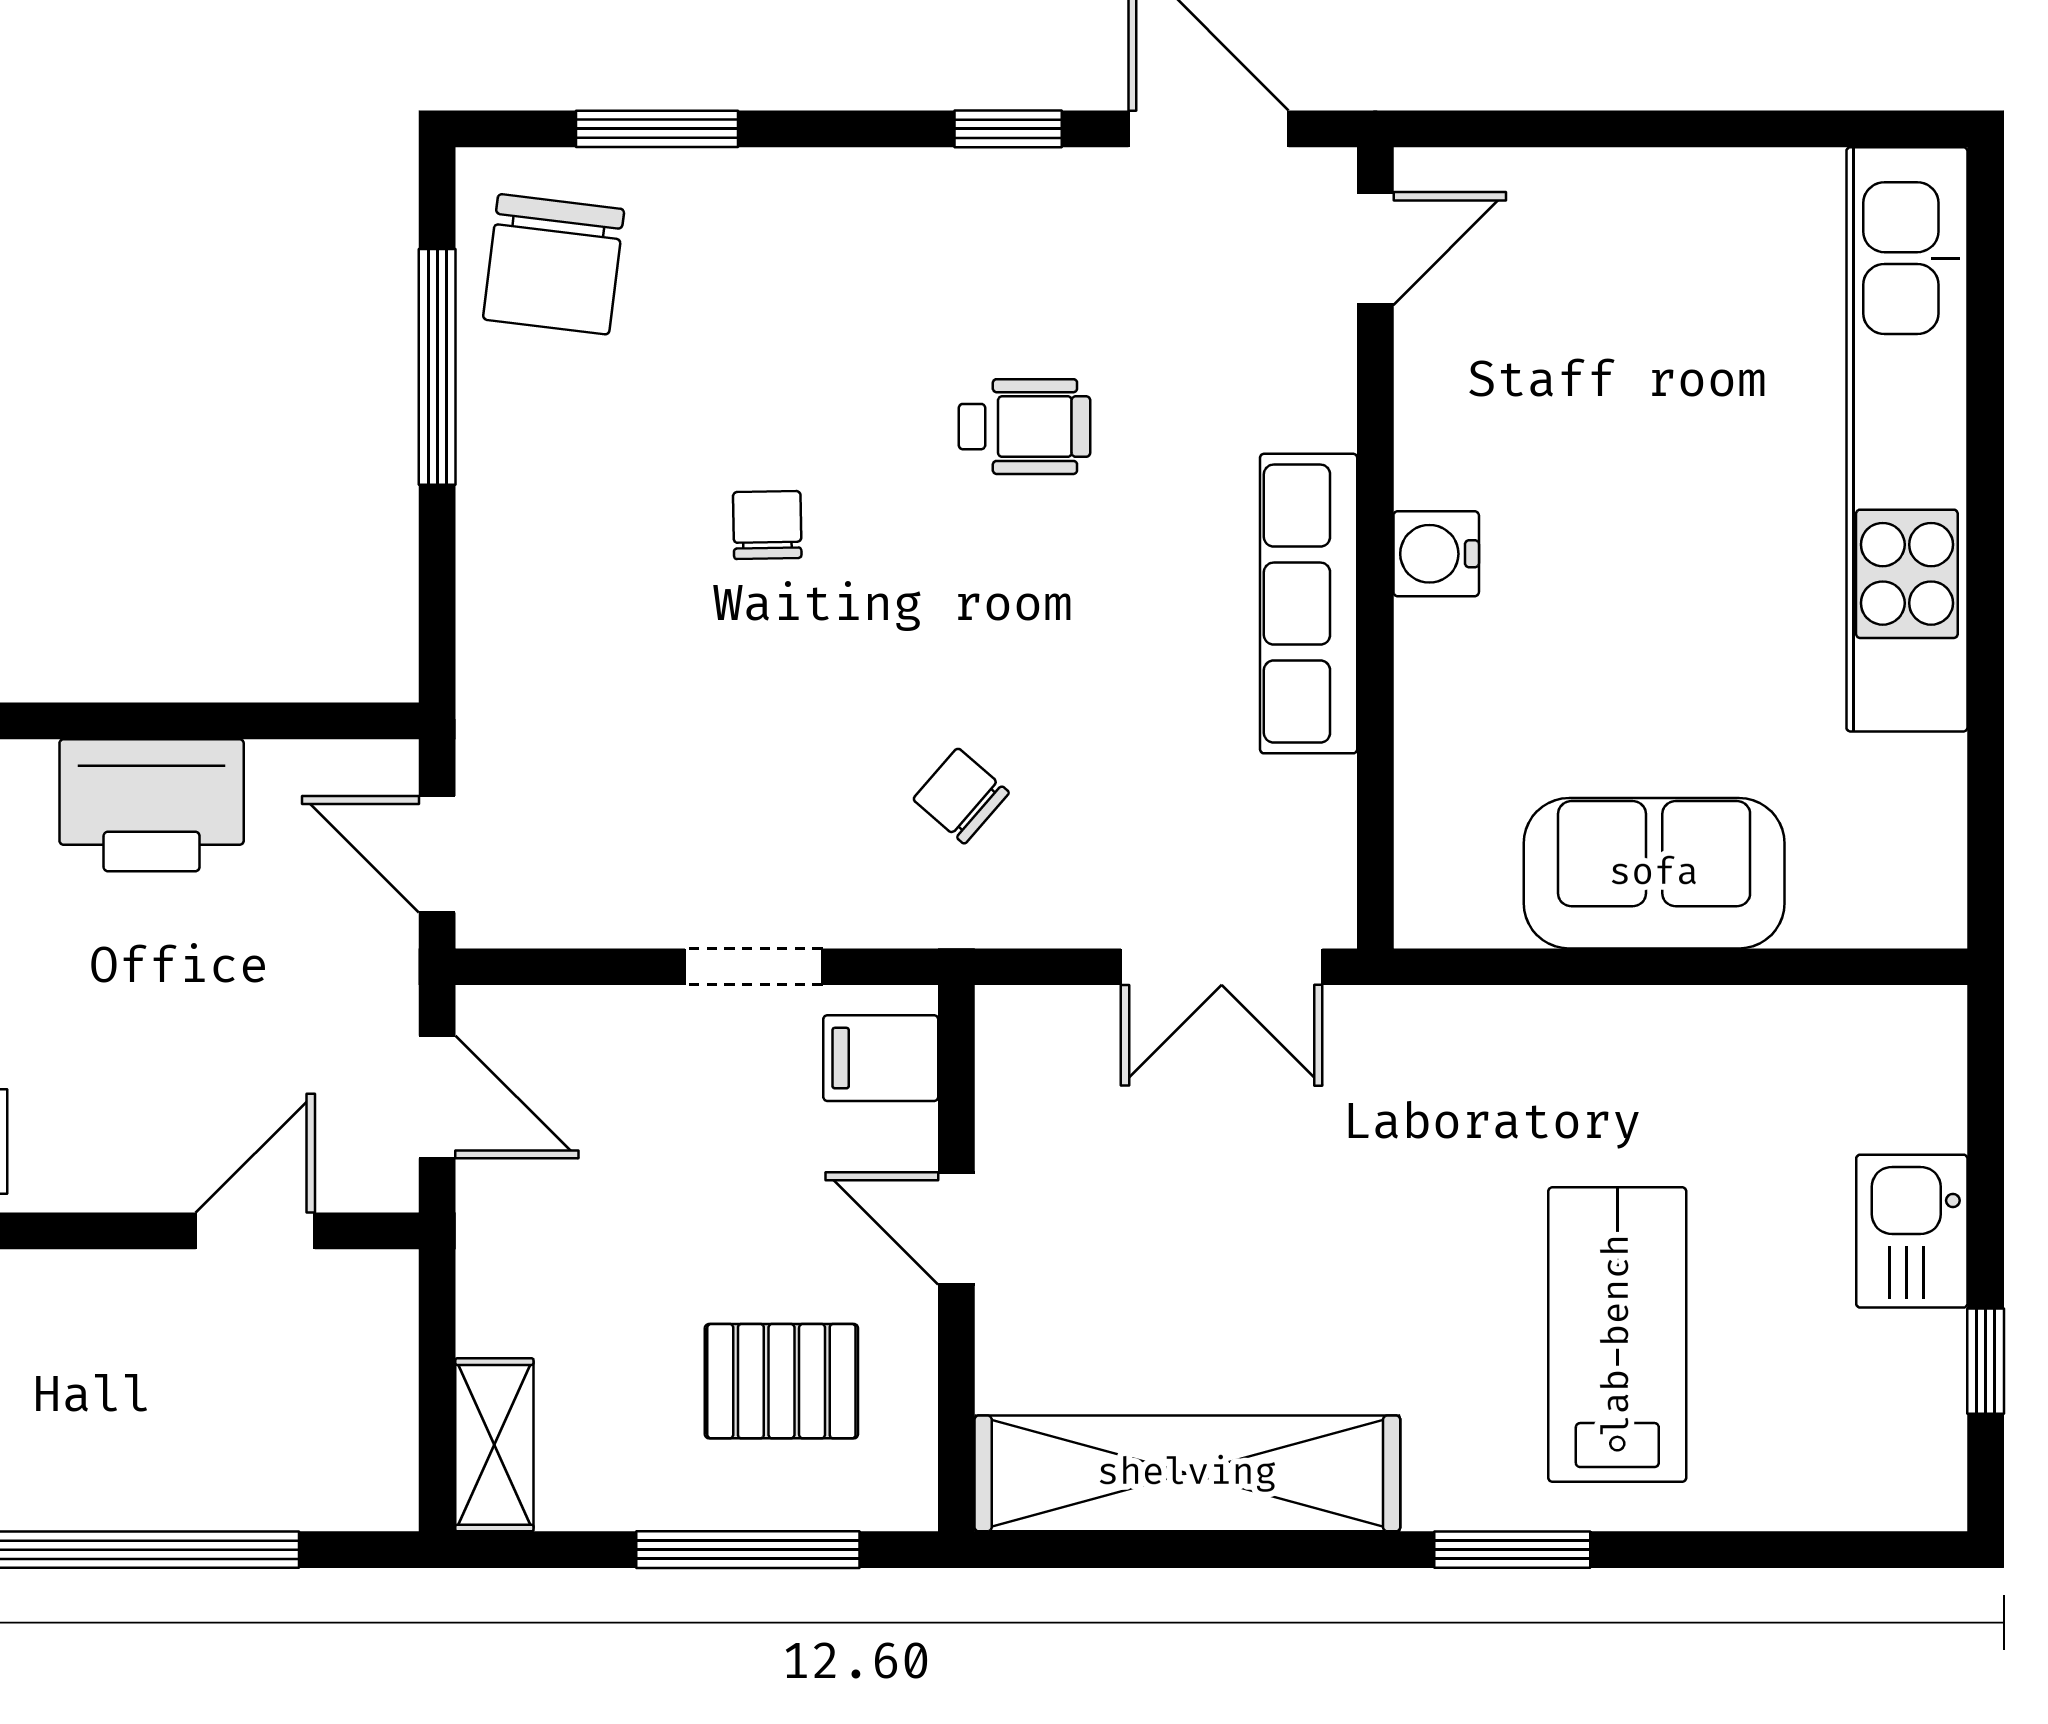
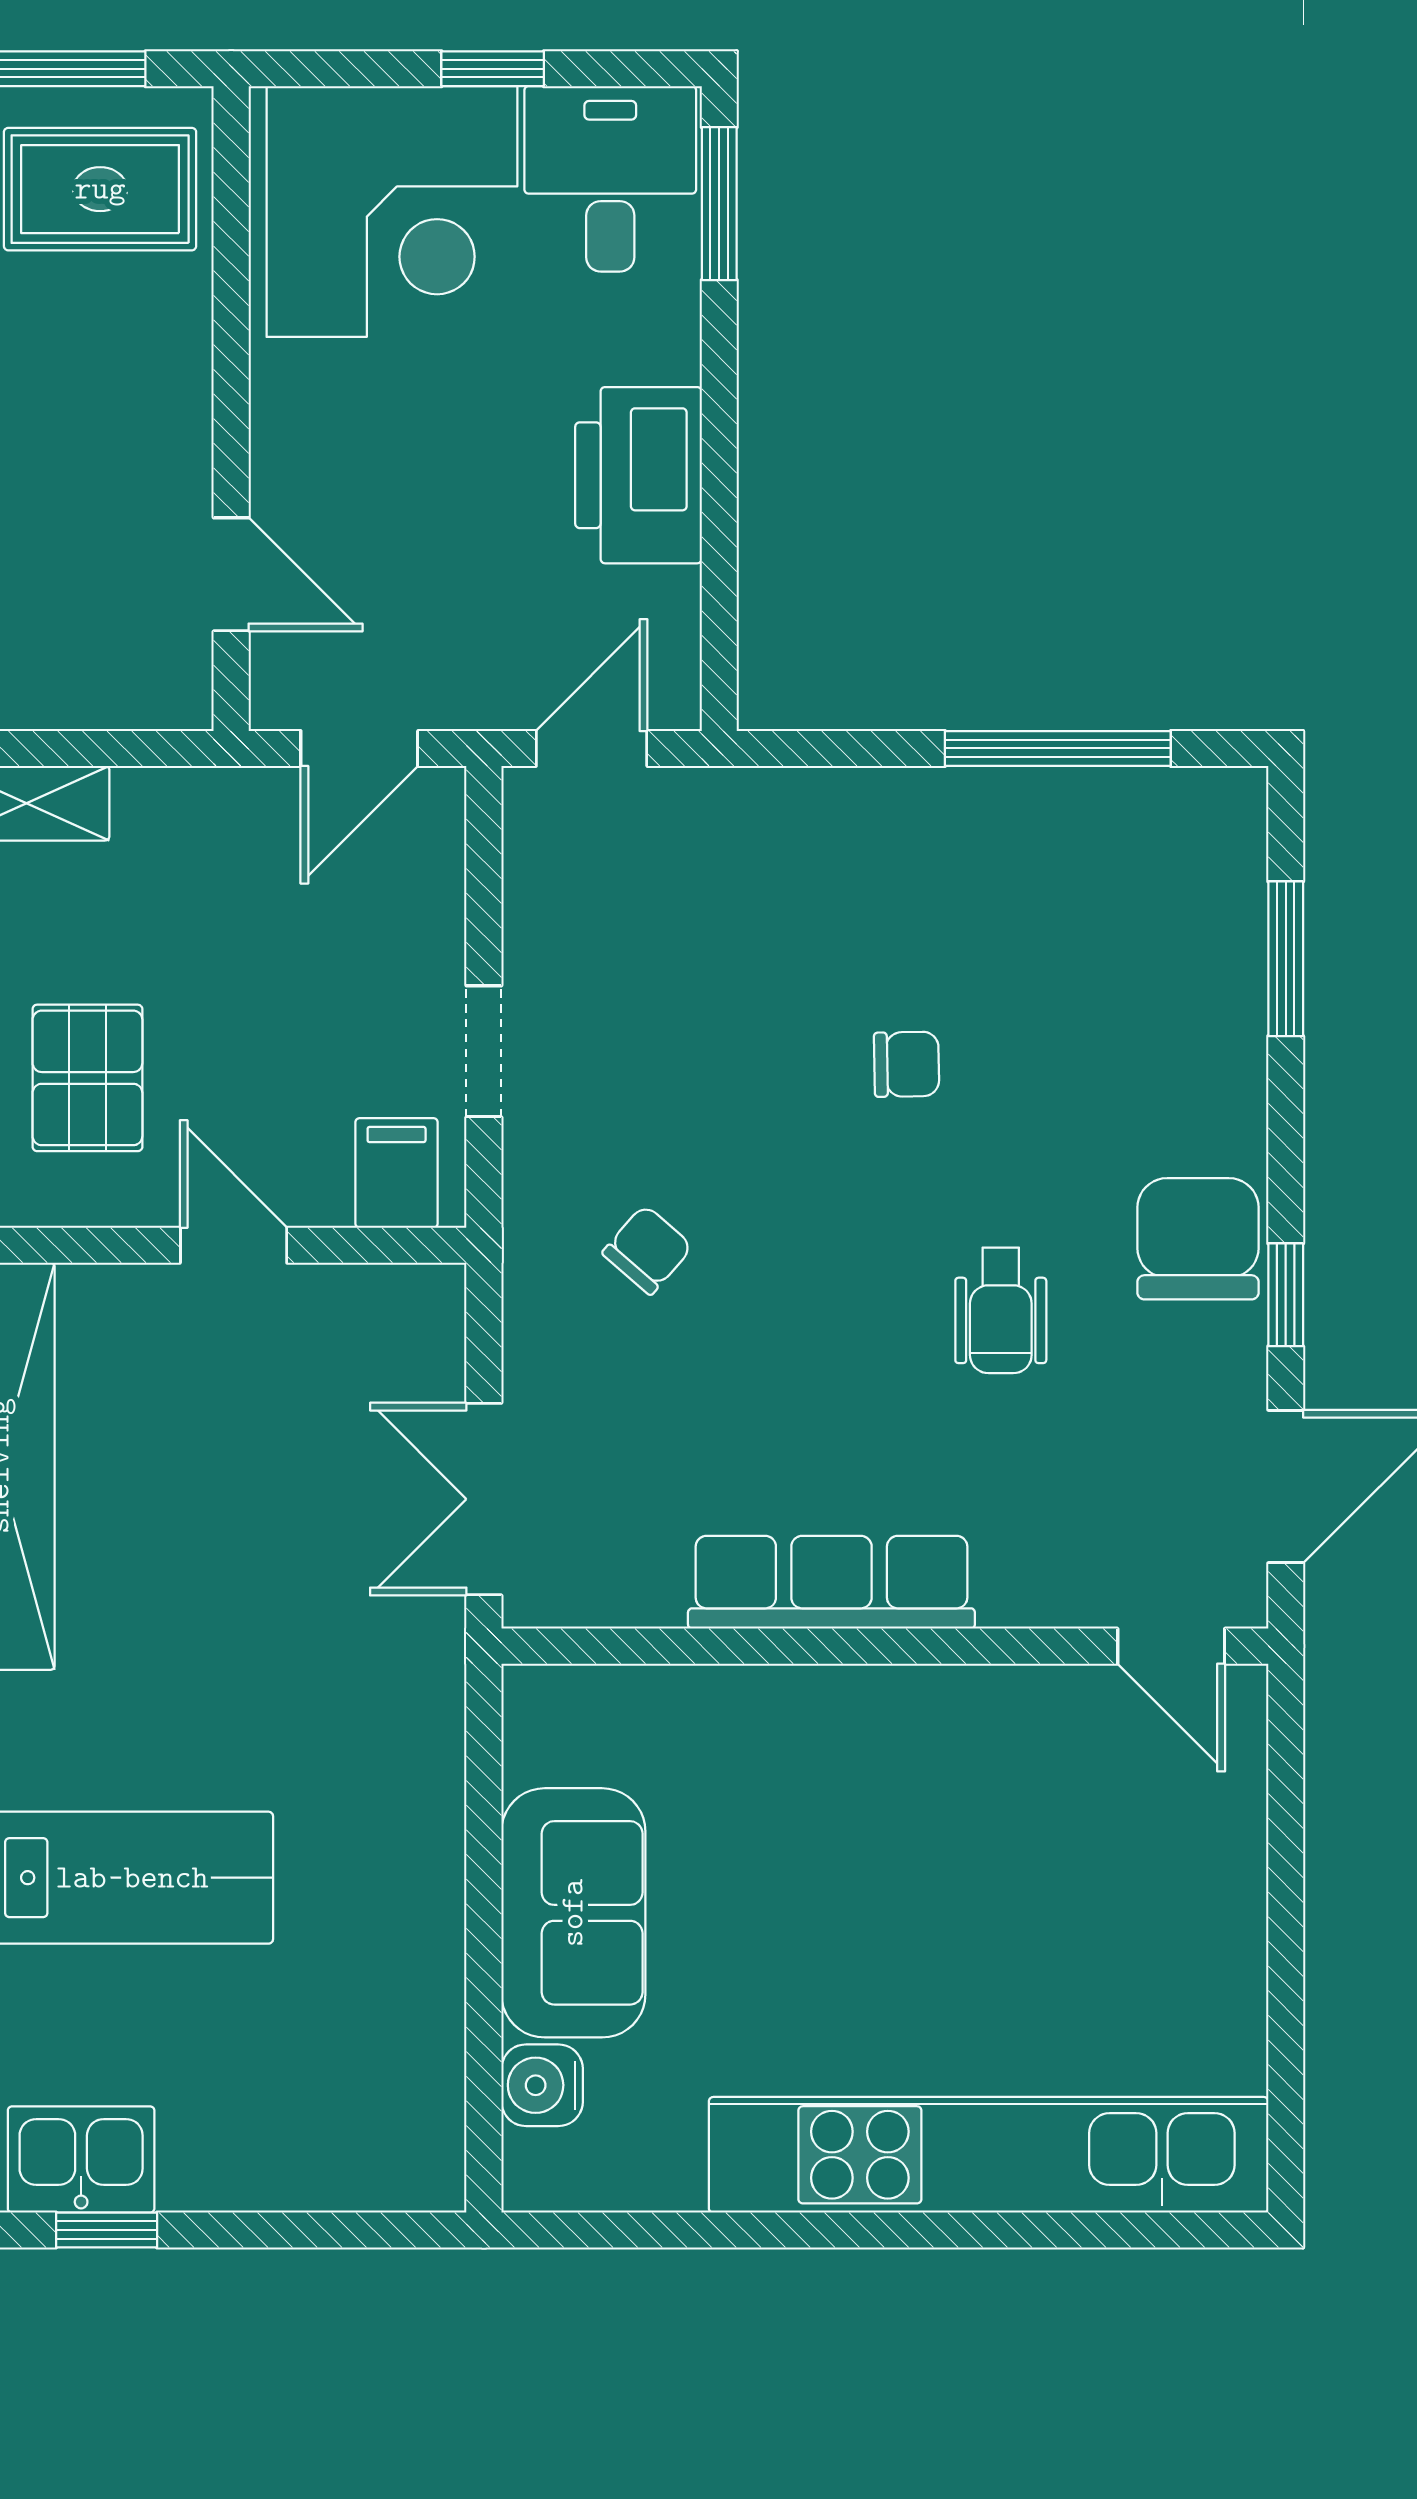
chair: (554, 264) -> (1198, 1239), moved, turned 83
water cooler: (1436, 554) -> (542, 2085), moved, turned -90
door: (956, 1228) -> (234, 1245), hinge flipped
kitchen sink: (1912, 1231) -> (81, 2159), moved

